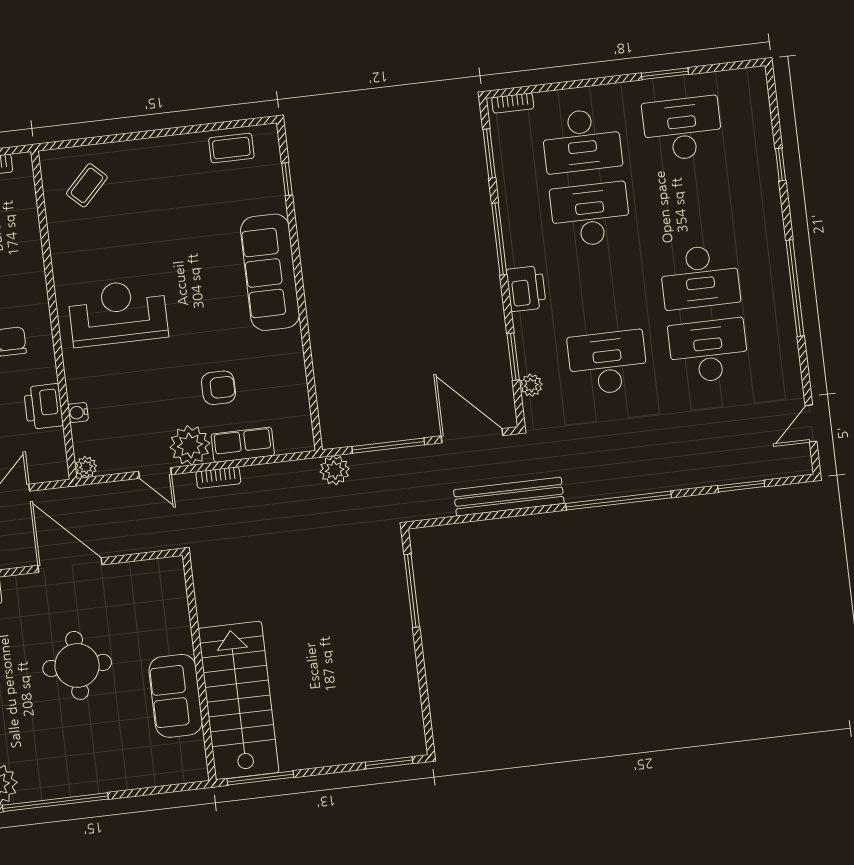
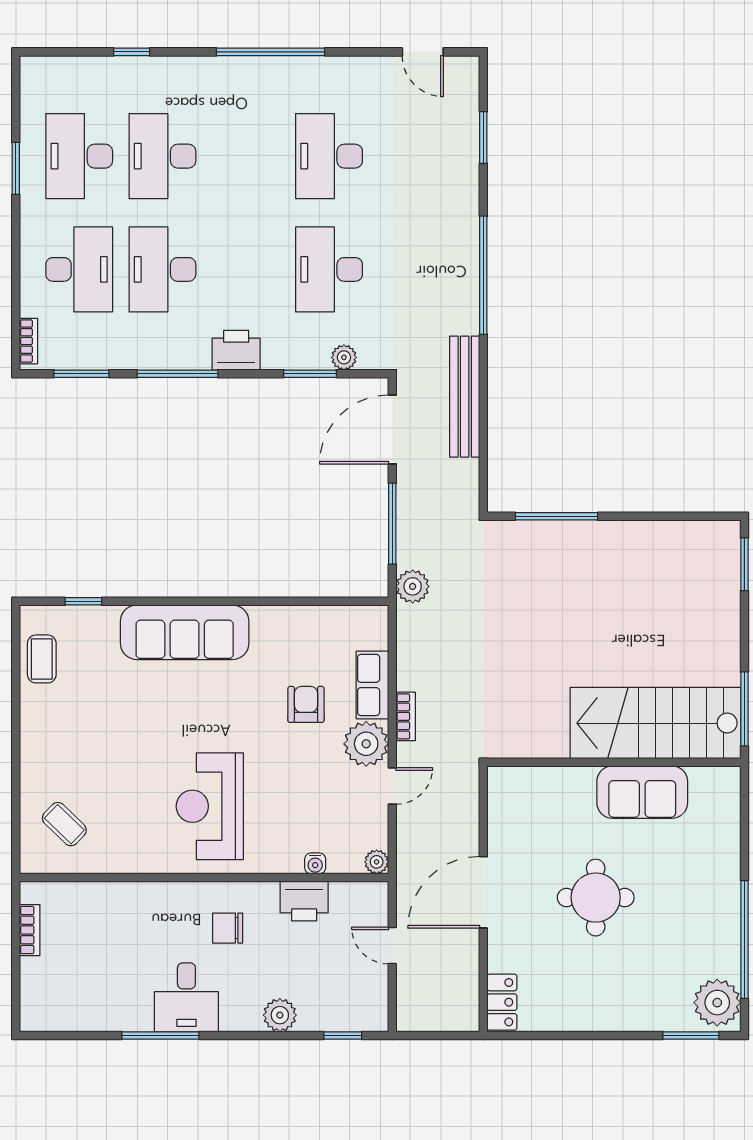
desk: (700, 277) -> (162, 156), moved, turned 180

